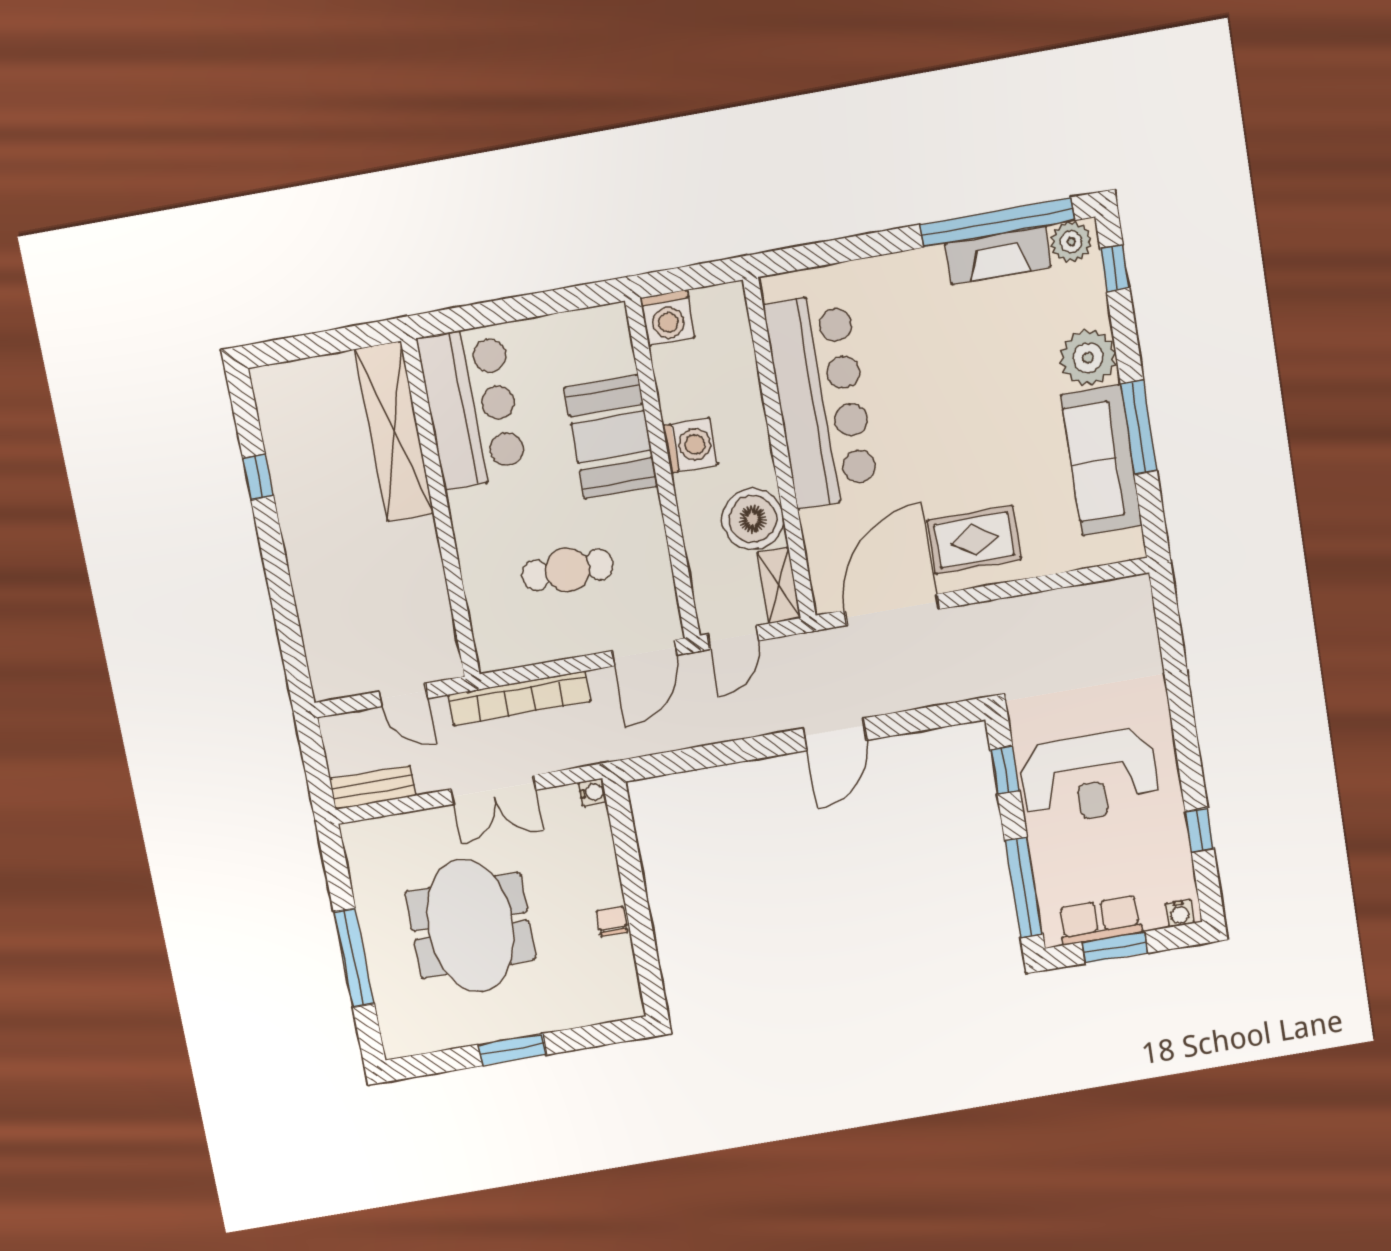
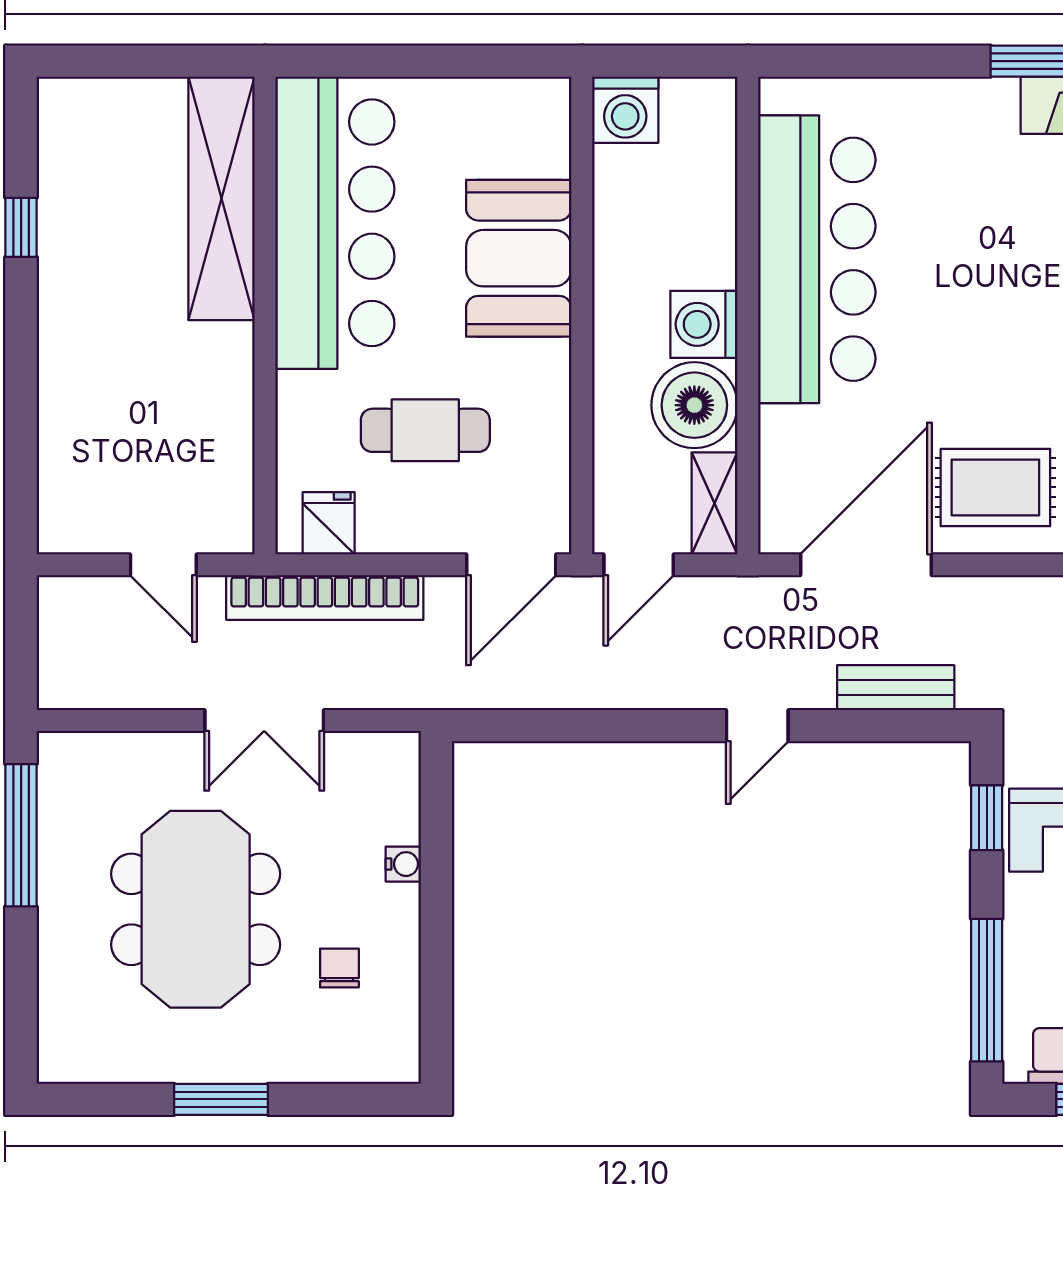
bar counter: (472, 407) -> (335, 223), width x1.36
washing machine: (690, 445) -> (704, 324), moved, turned 180
fridge: (512, 646) -> (329, 523), added
door: (835, 734) -> (757, 726), width x0.73
bench: (373, 787) -> (896, 688), moved
water cooler: (593, 792) -> (403, 864), moved
chair: (612, 921) -> (339, 968), moved
window: (354, 958) -> (21, 835), moved

